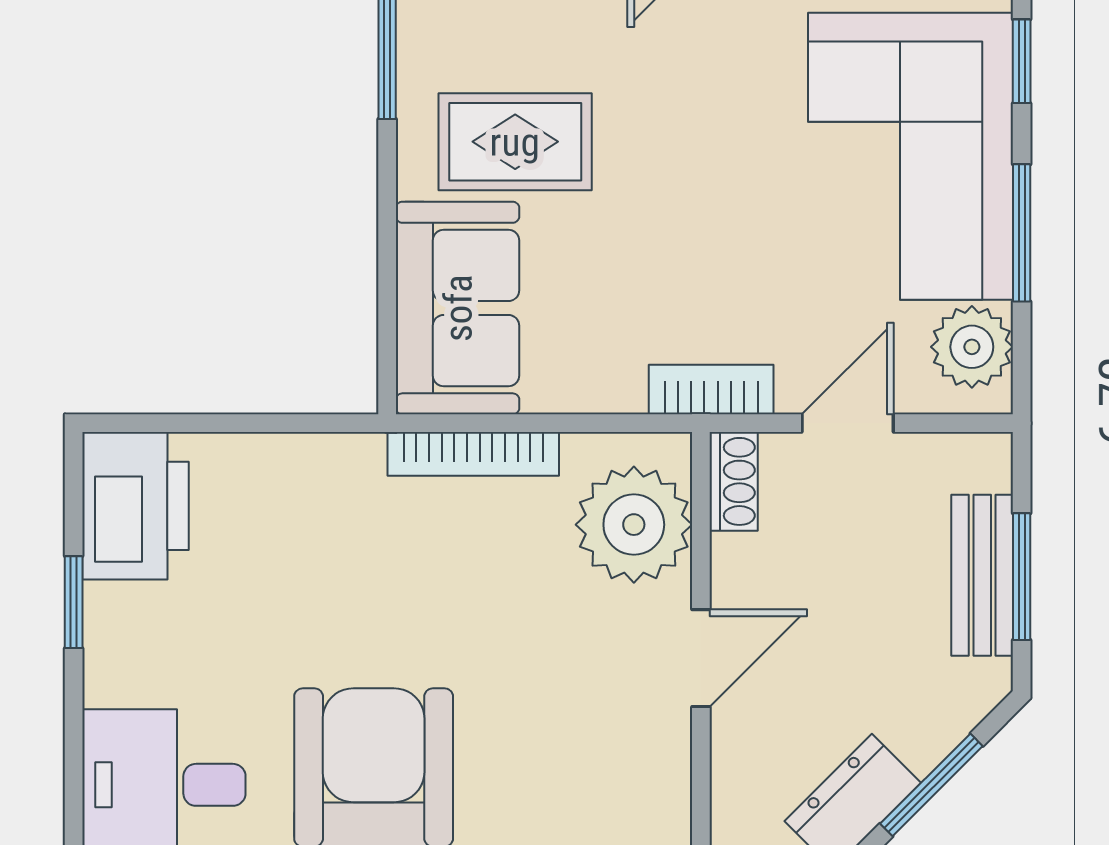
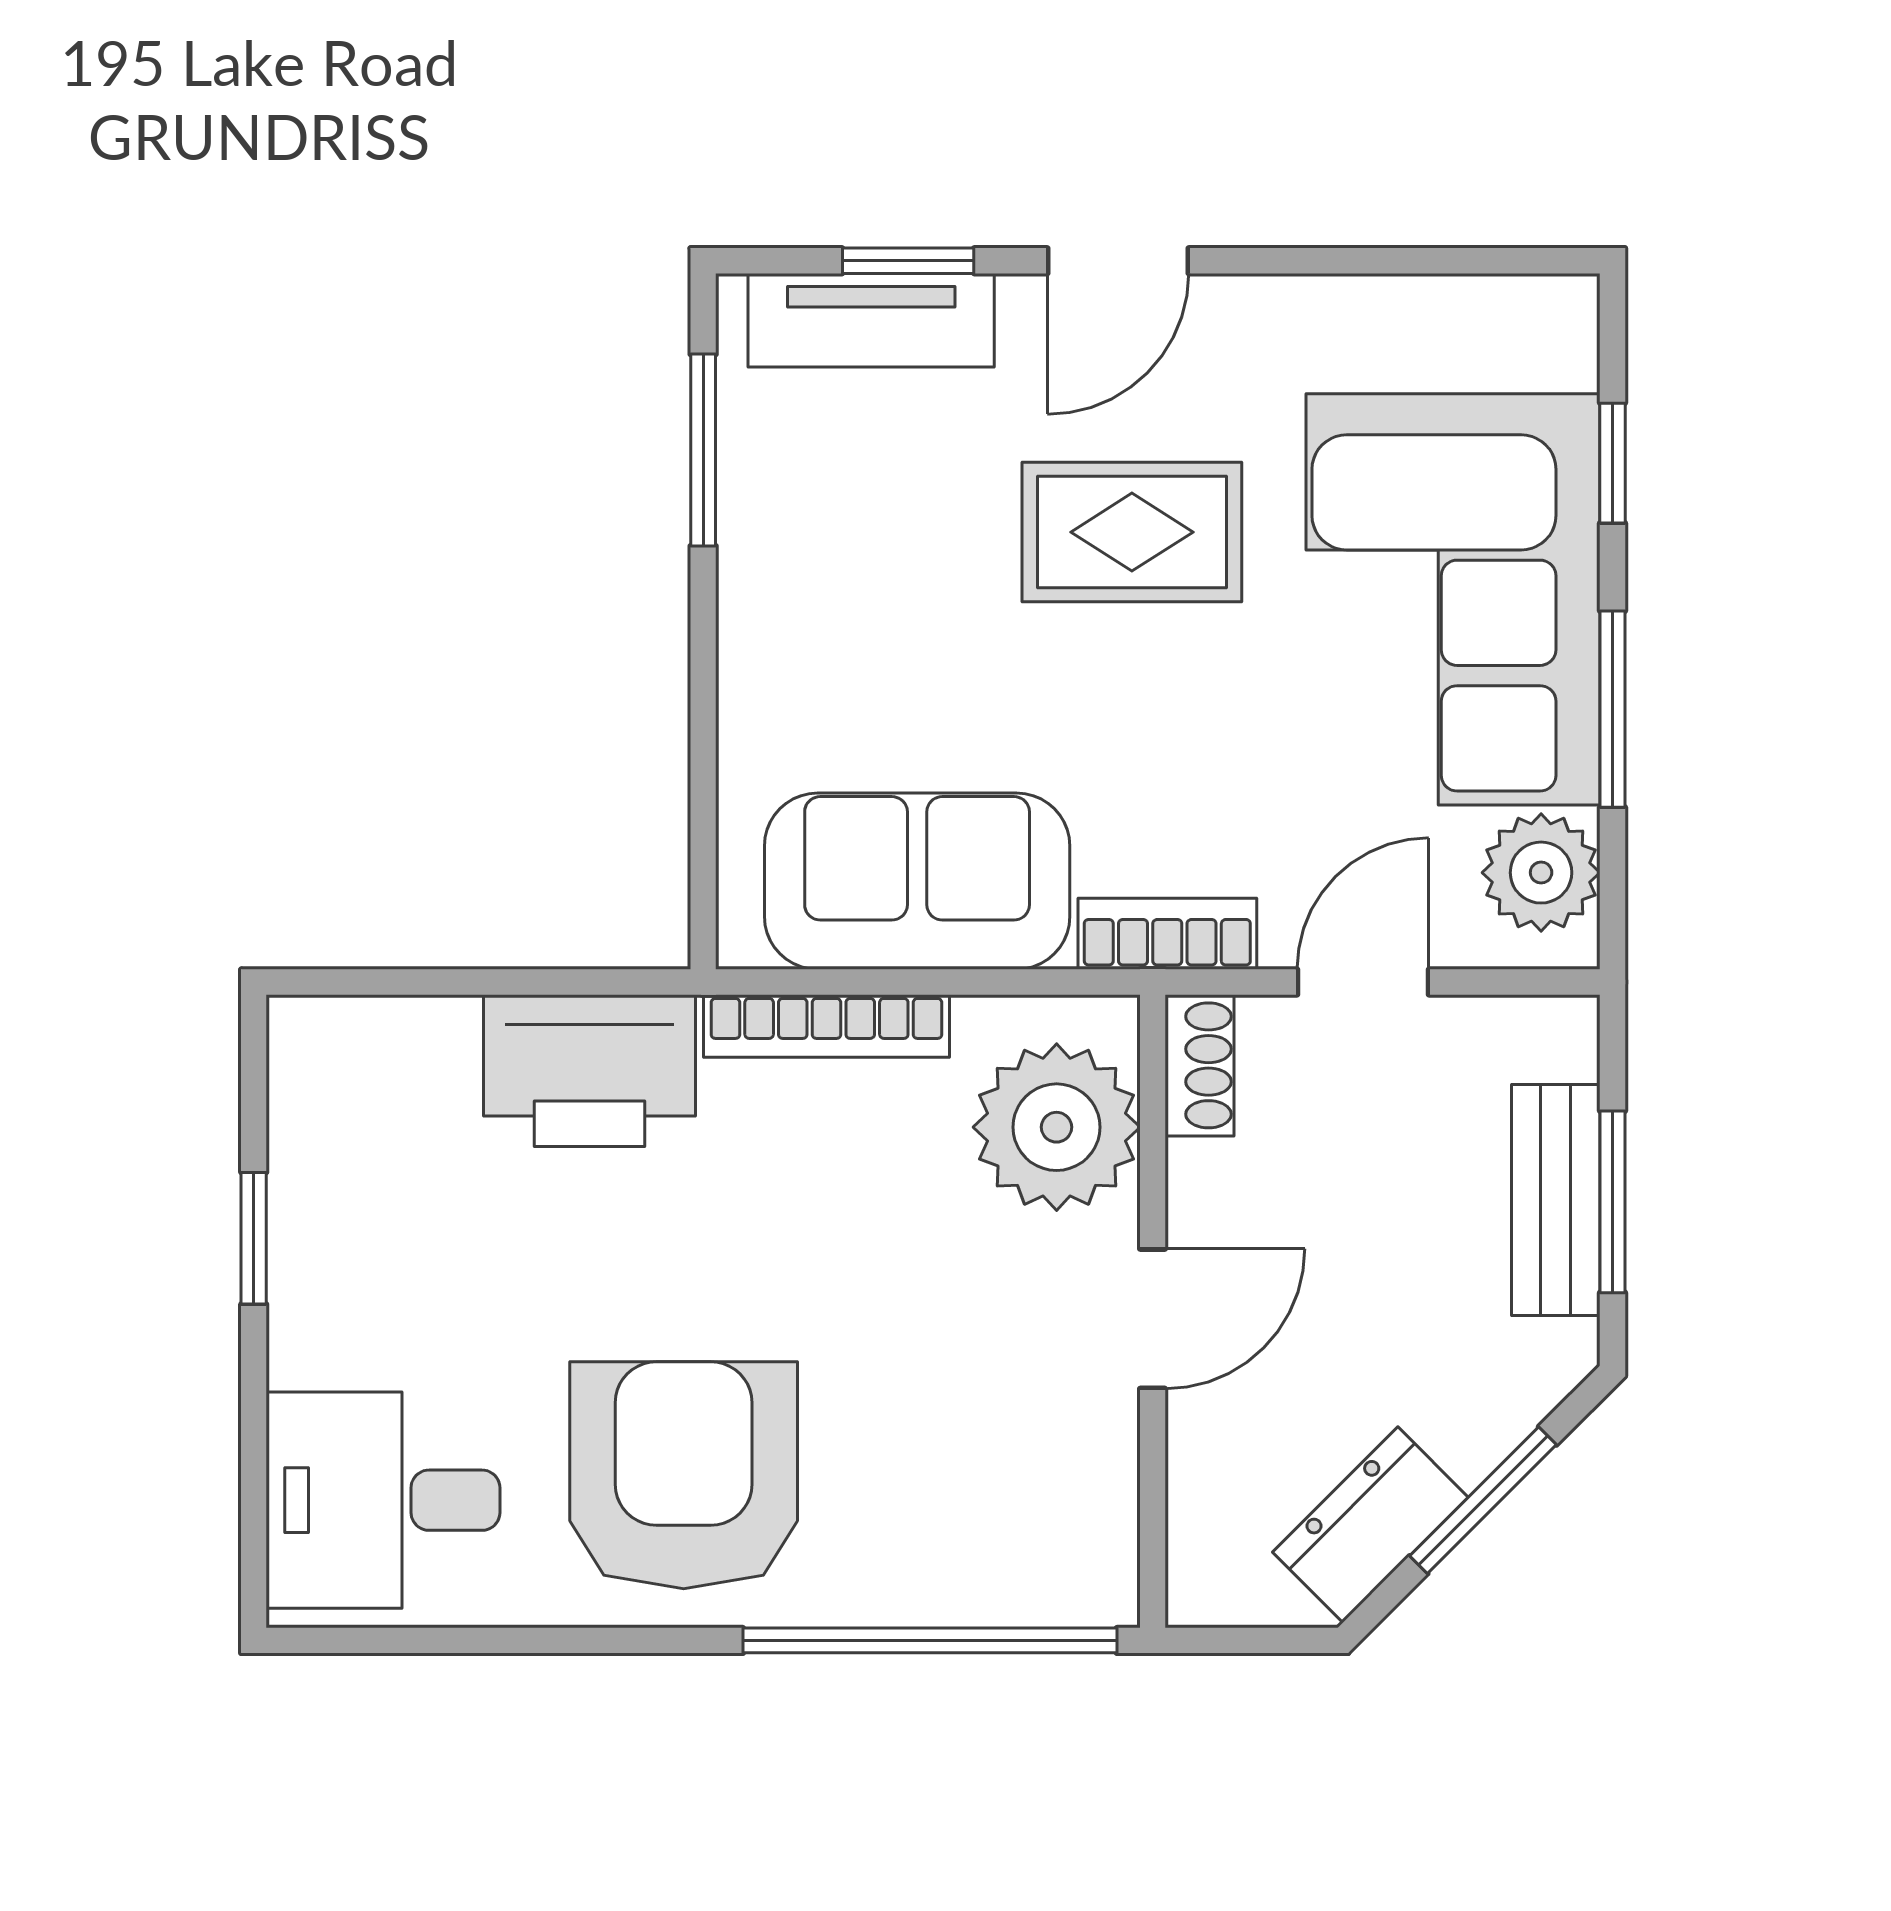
rug: (515, 142) -> (1132, 532), moved
sofa: (458, 308) -> (917, 881), moved, turned -90
printer: (135, 506) -> (589, 1071), moved, turned 90

